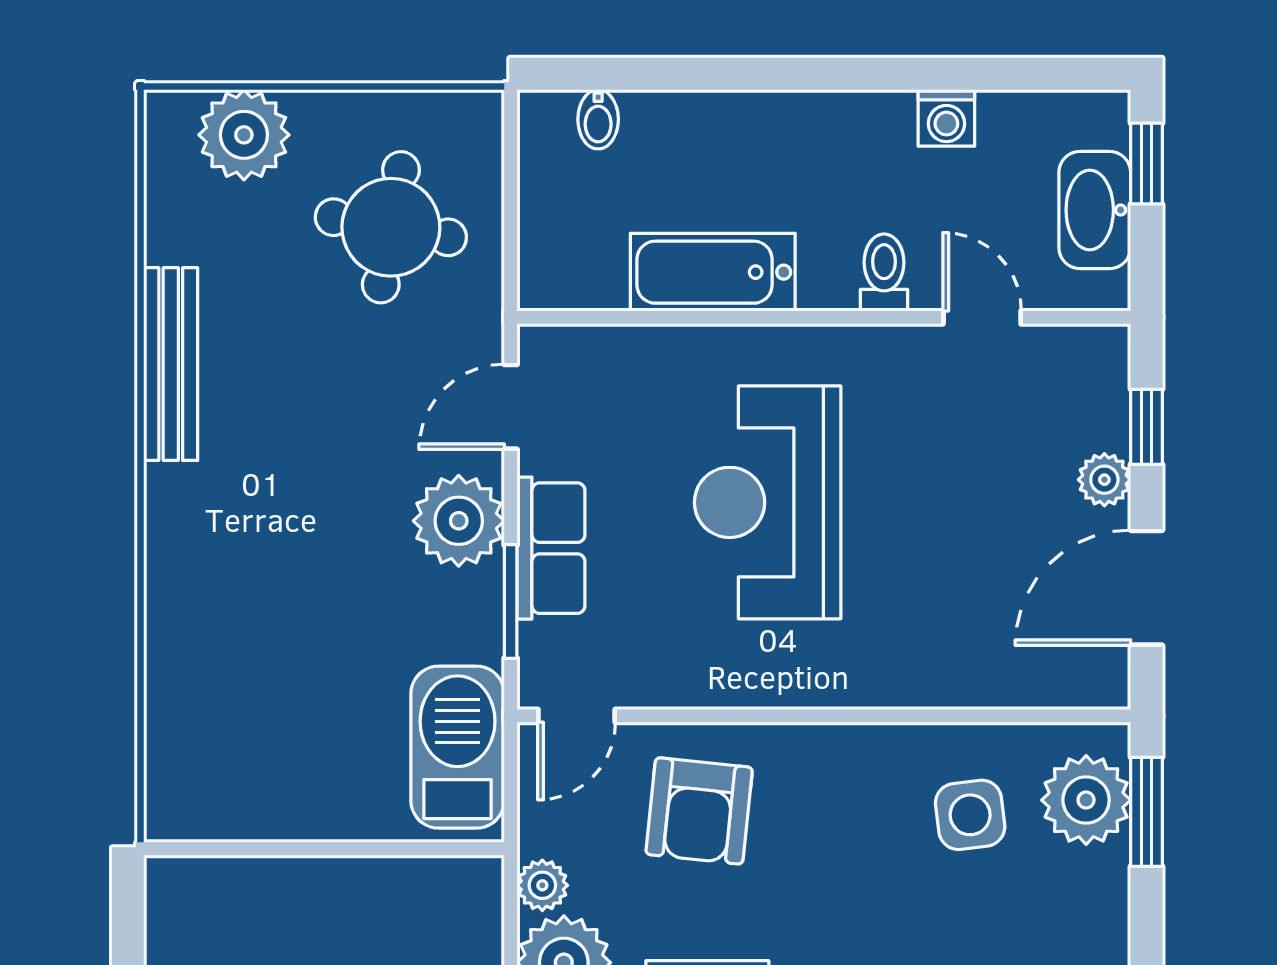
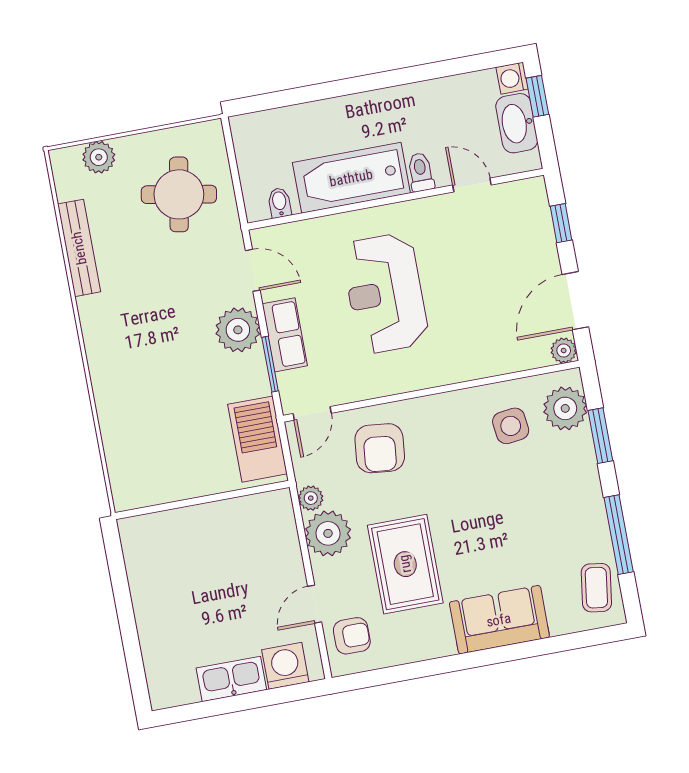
washing machine: (946, 118) -> (512, 78), moved, turned 90
bidet: (598, 119) -> (280, 203), moved, turned 180
plant: (244, 135) -> (99, 157), width x0.73, depth x0.73
bathtub: (713, 272) -> (351, 178), width x1.36, depth x1.36
bench: (171, 364) -> (79, 248), moved
door: (511, 407) -> (253, 270), swing flipped
plant: (1104, 480) -> (564, 351), moved
window: (1146, 812) -> (600, 436), moved

